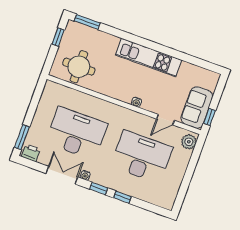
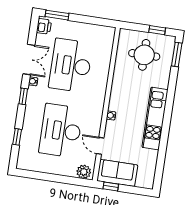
round table: (79, 67) -> (144, 55), moved
desk: (77, 133) -> (71, 65), turned 180
desk: (142, 157) -> (61, 131), turned 180
window: (122, 197) -> (17, 137), moved

